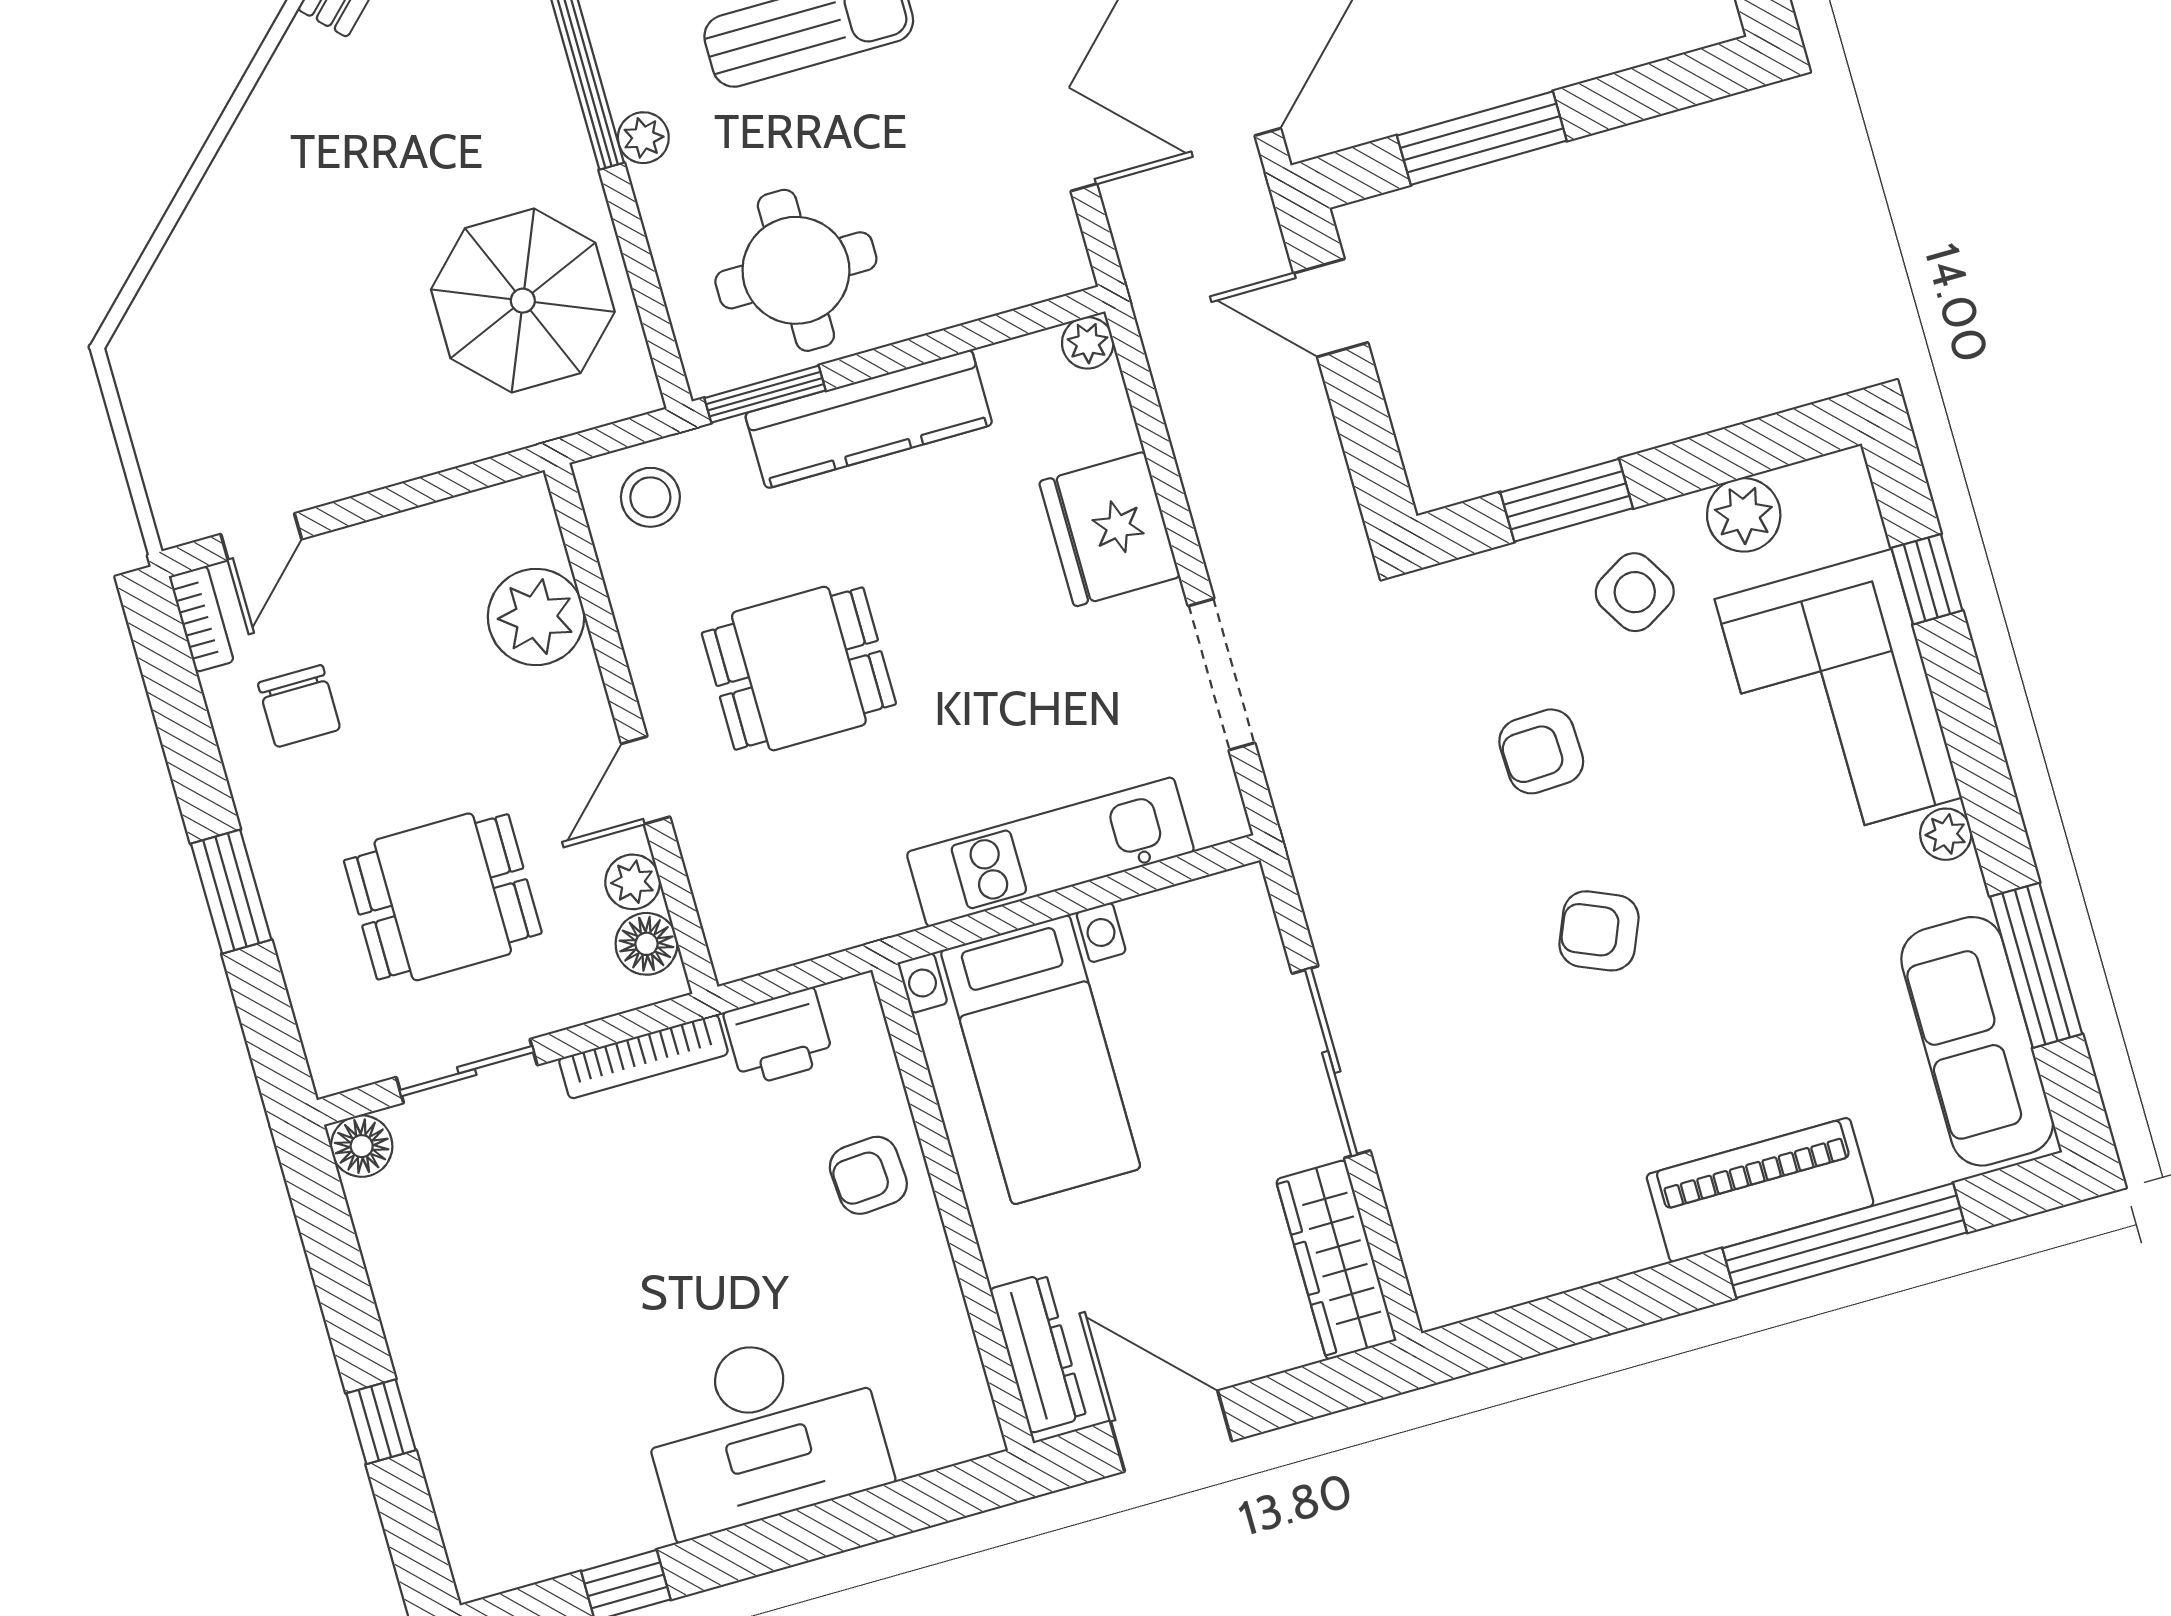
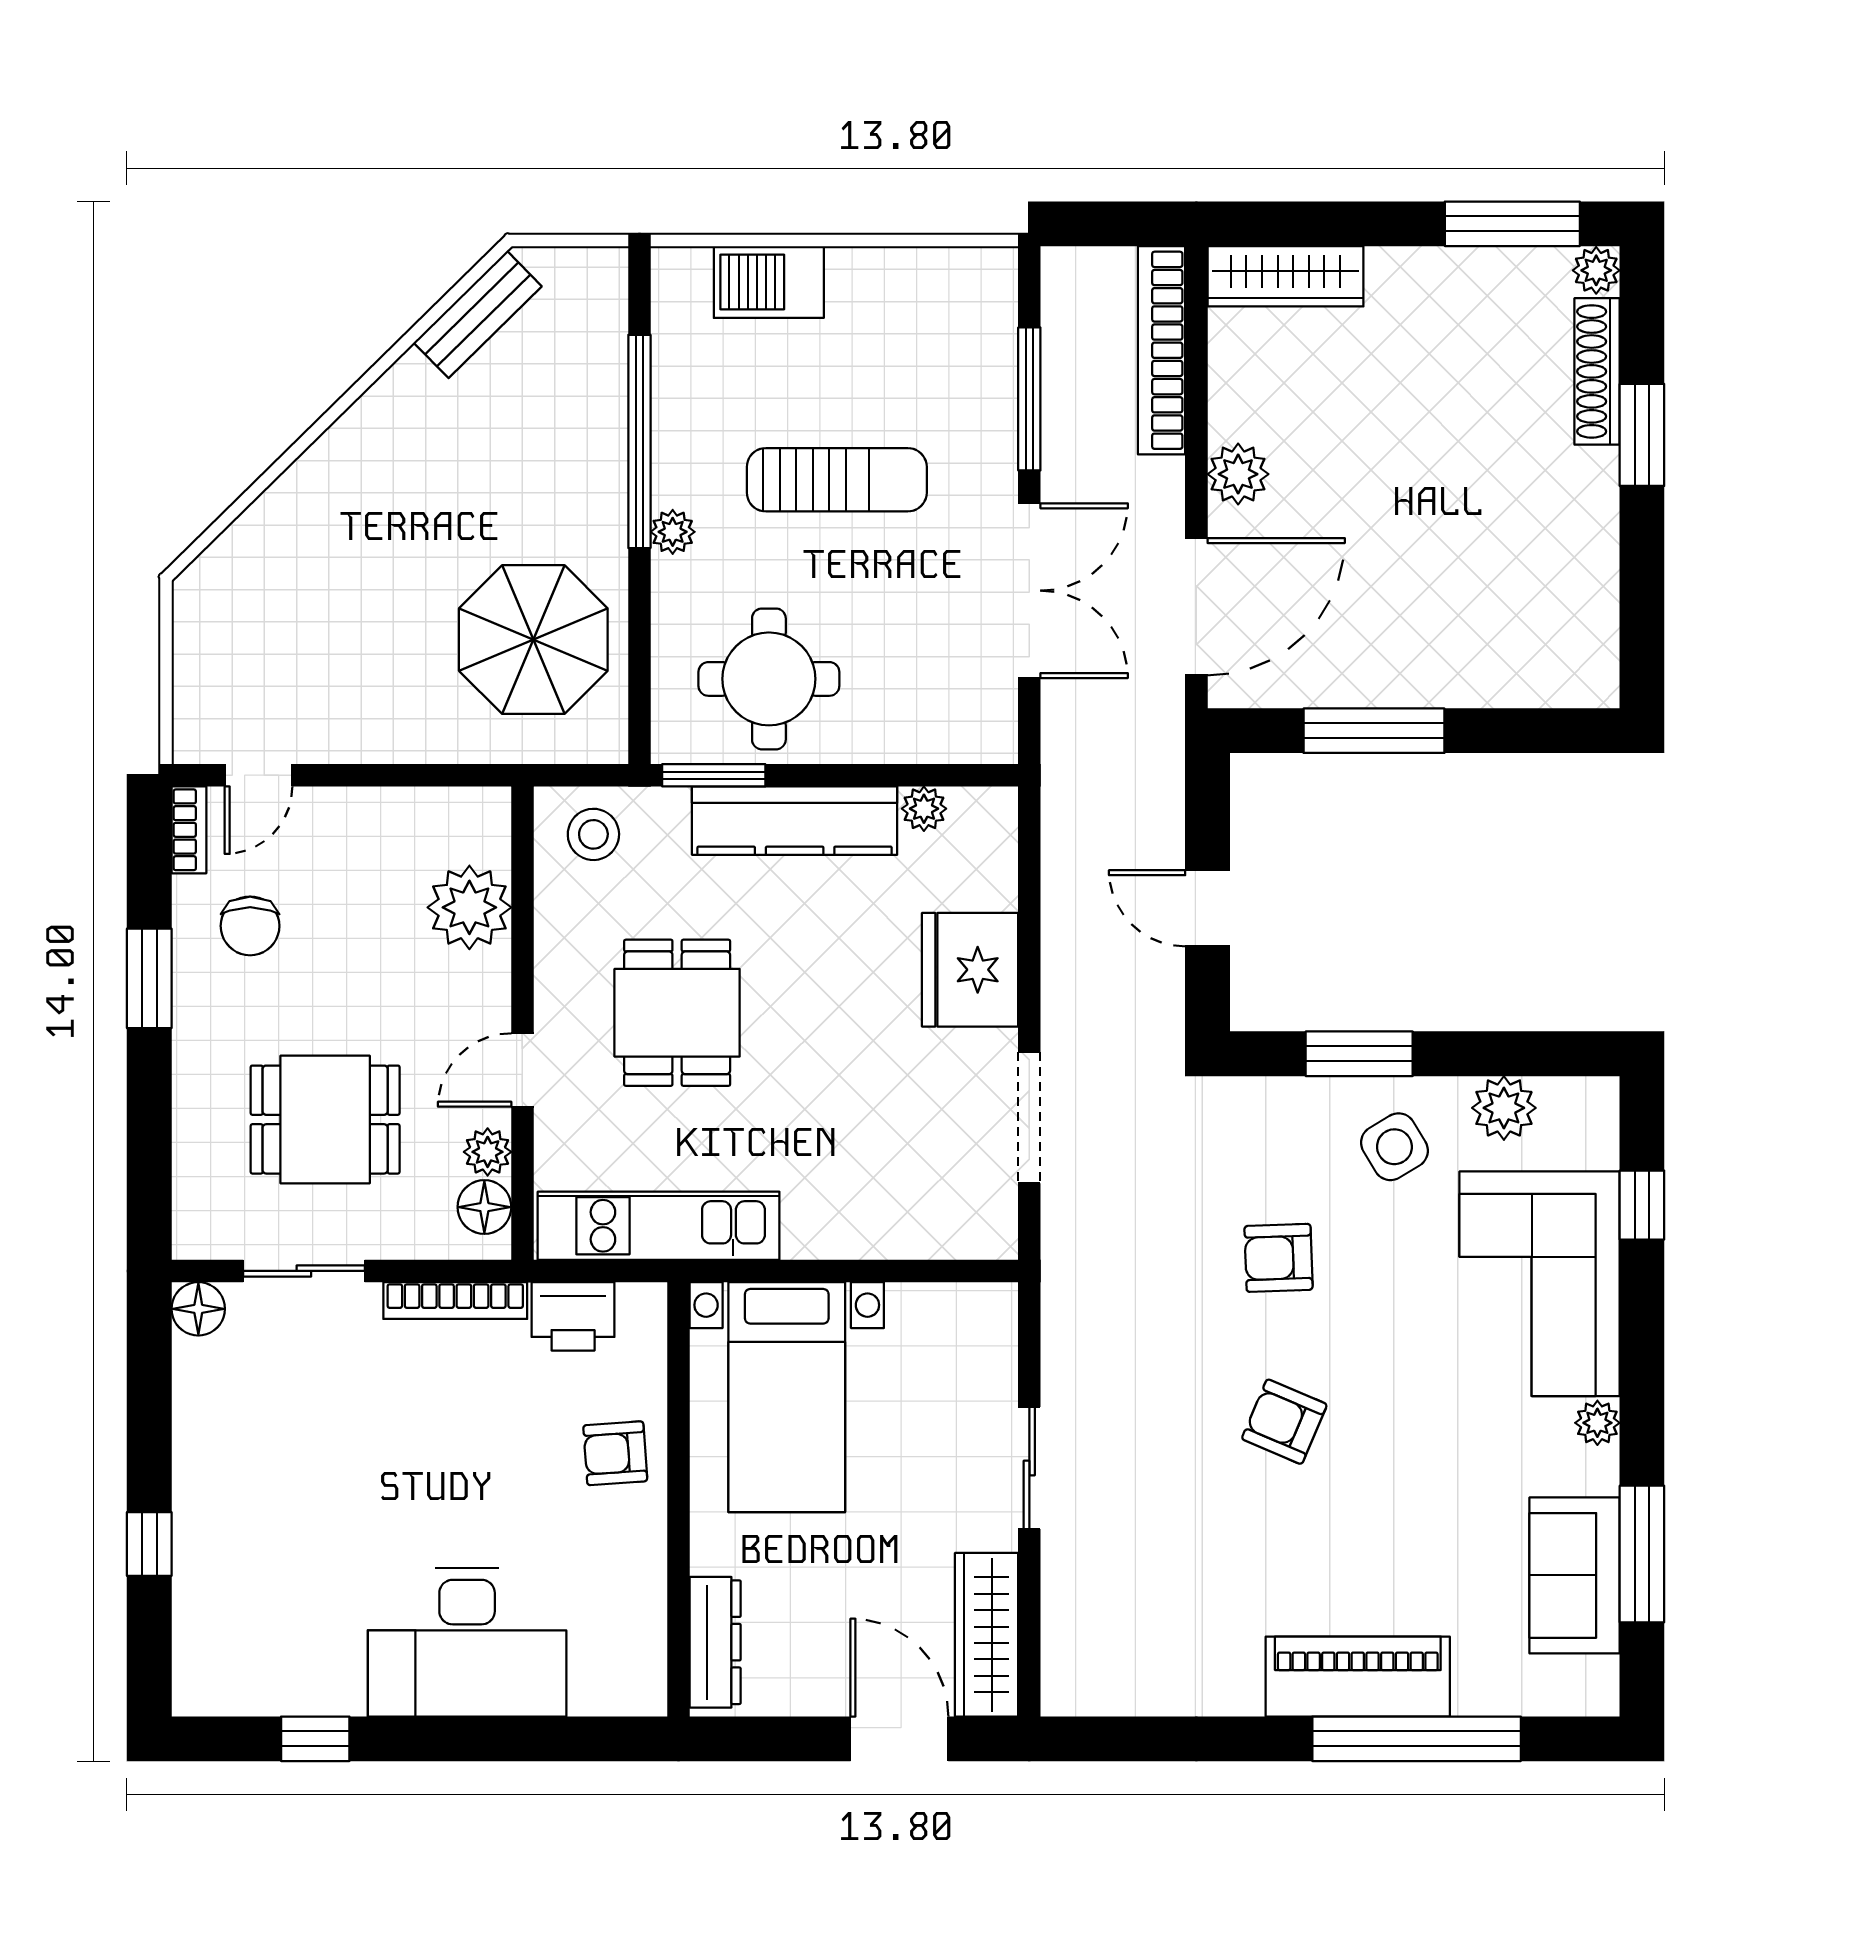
door: (1331, 308) -> (1208, 908), moved
plant: (1088, 343) -> (924, 809), moved
dining table: (799, 669) -> (677, 1013), turned 90
kitchen unit: (1050, 852) -> (659, 1226), moved
window: (231, 892) -> (149, 978), moved
sofa: (1977, 1041) -> (1575, 1575), width x0.73
sliding door: (1331, 1062) -> (1029, 1468), width x0.73
door: (1171, 1431) -> (899, 1739), moved

